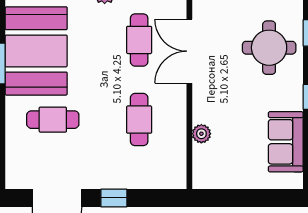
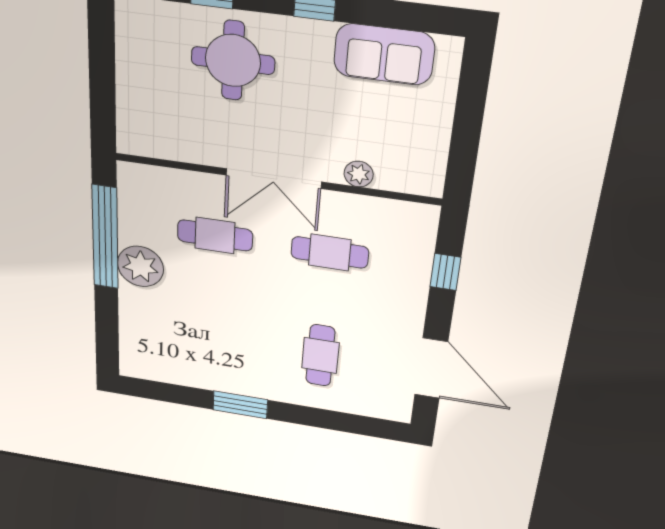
booth: (36, 51) -> (225, 359), removed
double door: (189, 51) -> (273, 179), moved
window: (114, 198) -> (445, 272), moved

